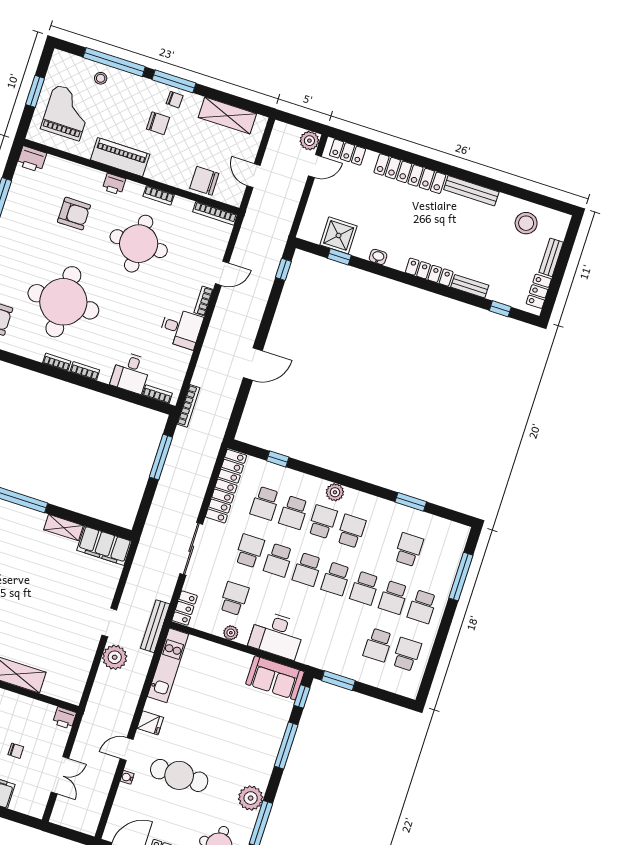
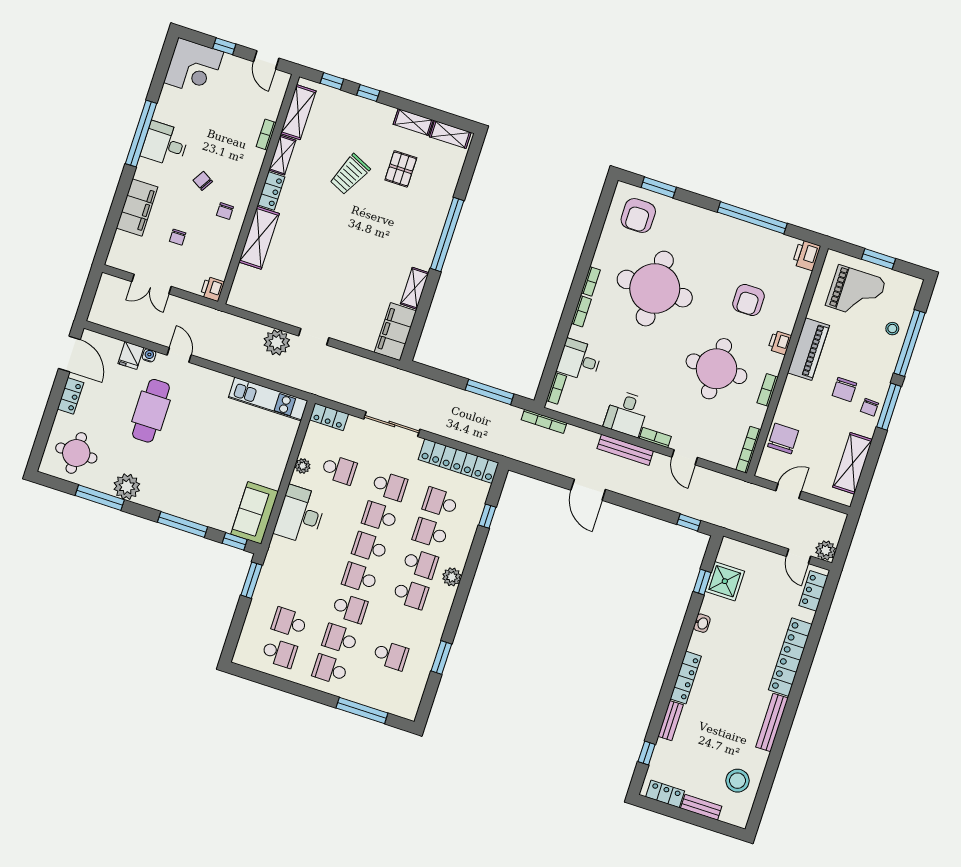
school desk: (365, 588) -> (350, 608), turned 180
bench: (155, 626) -> (625, 450), moved
fridge: (150, 723) -> (131, 355), moved

